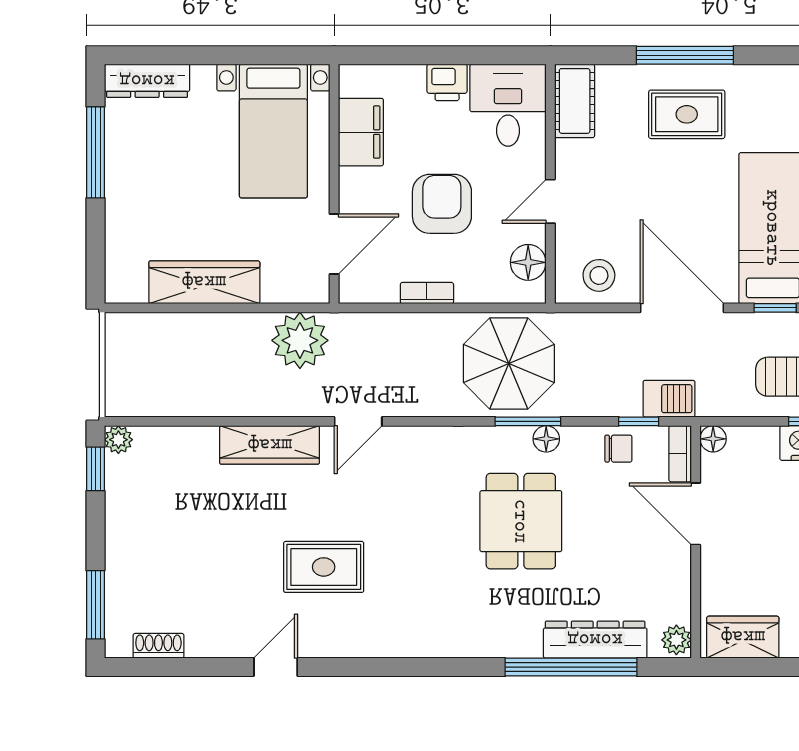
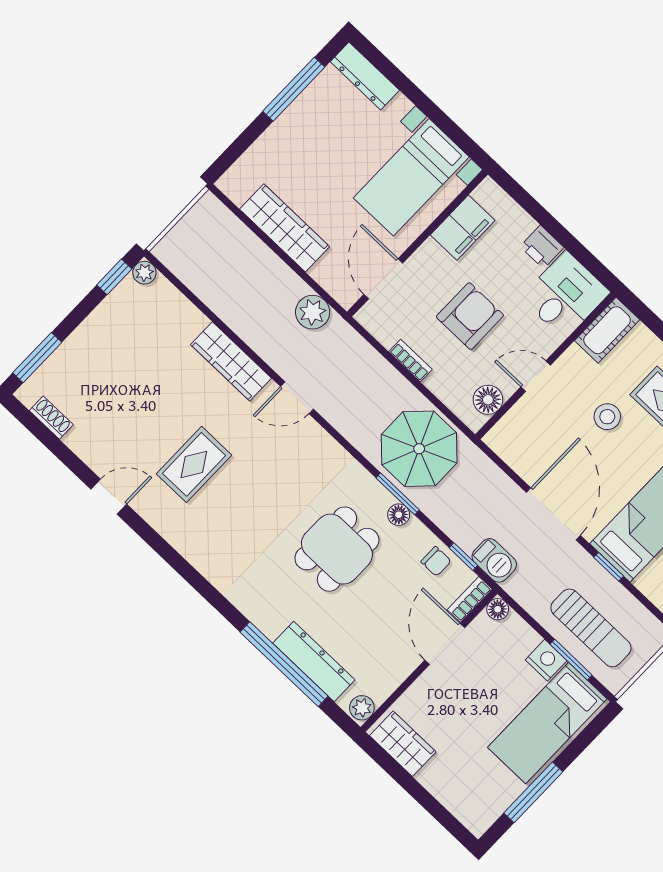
door: (334, 244) -> (383, 279), swing flipped
stool: (599, 275) -> (607, 417), moved
plant: (300, 340) -> (313, 312), width x0.73, depth x0.73
rug: (324, 567) -> (194, 464), turned 90

